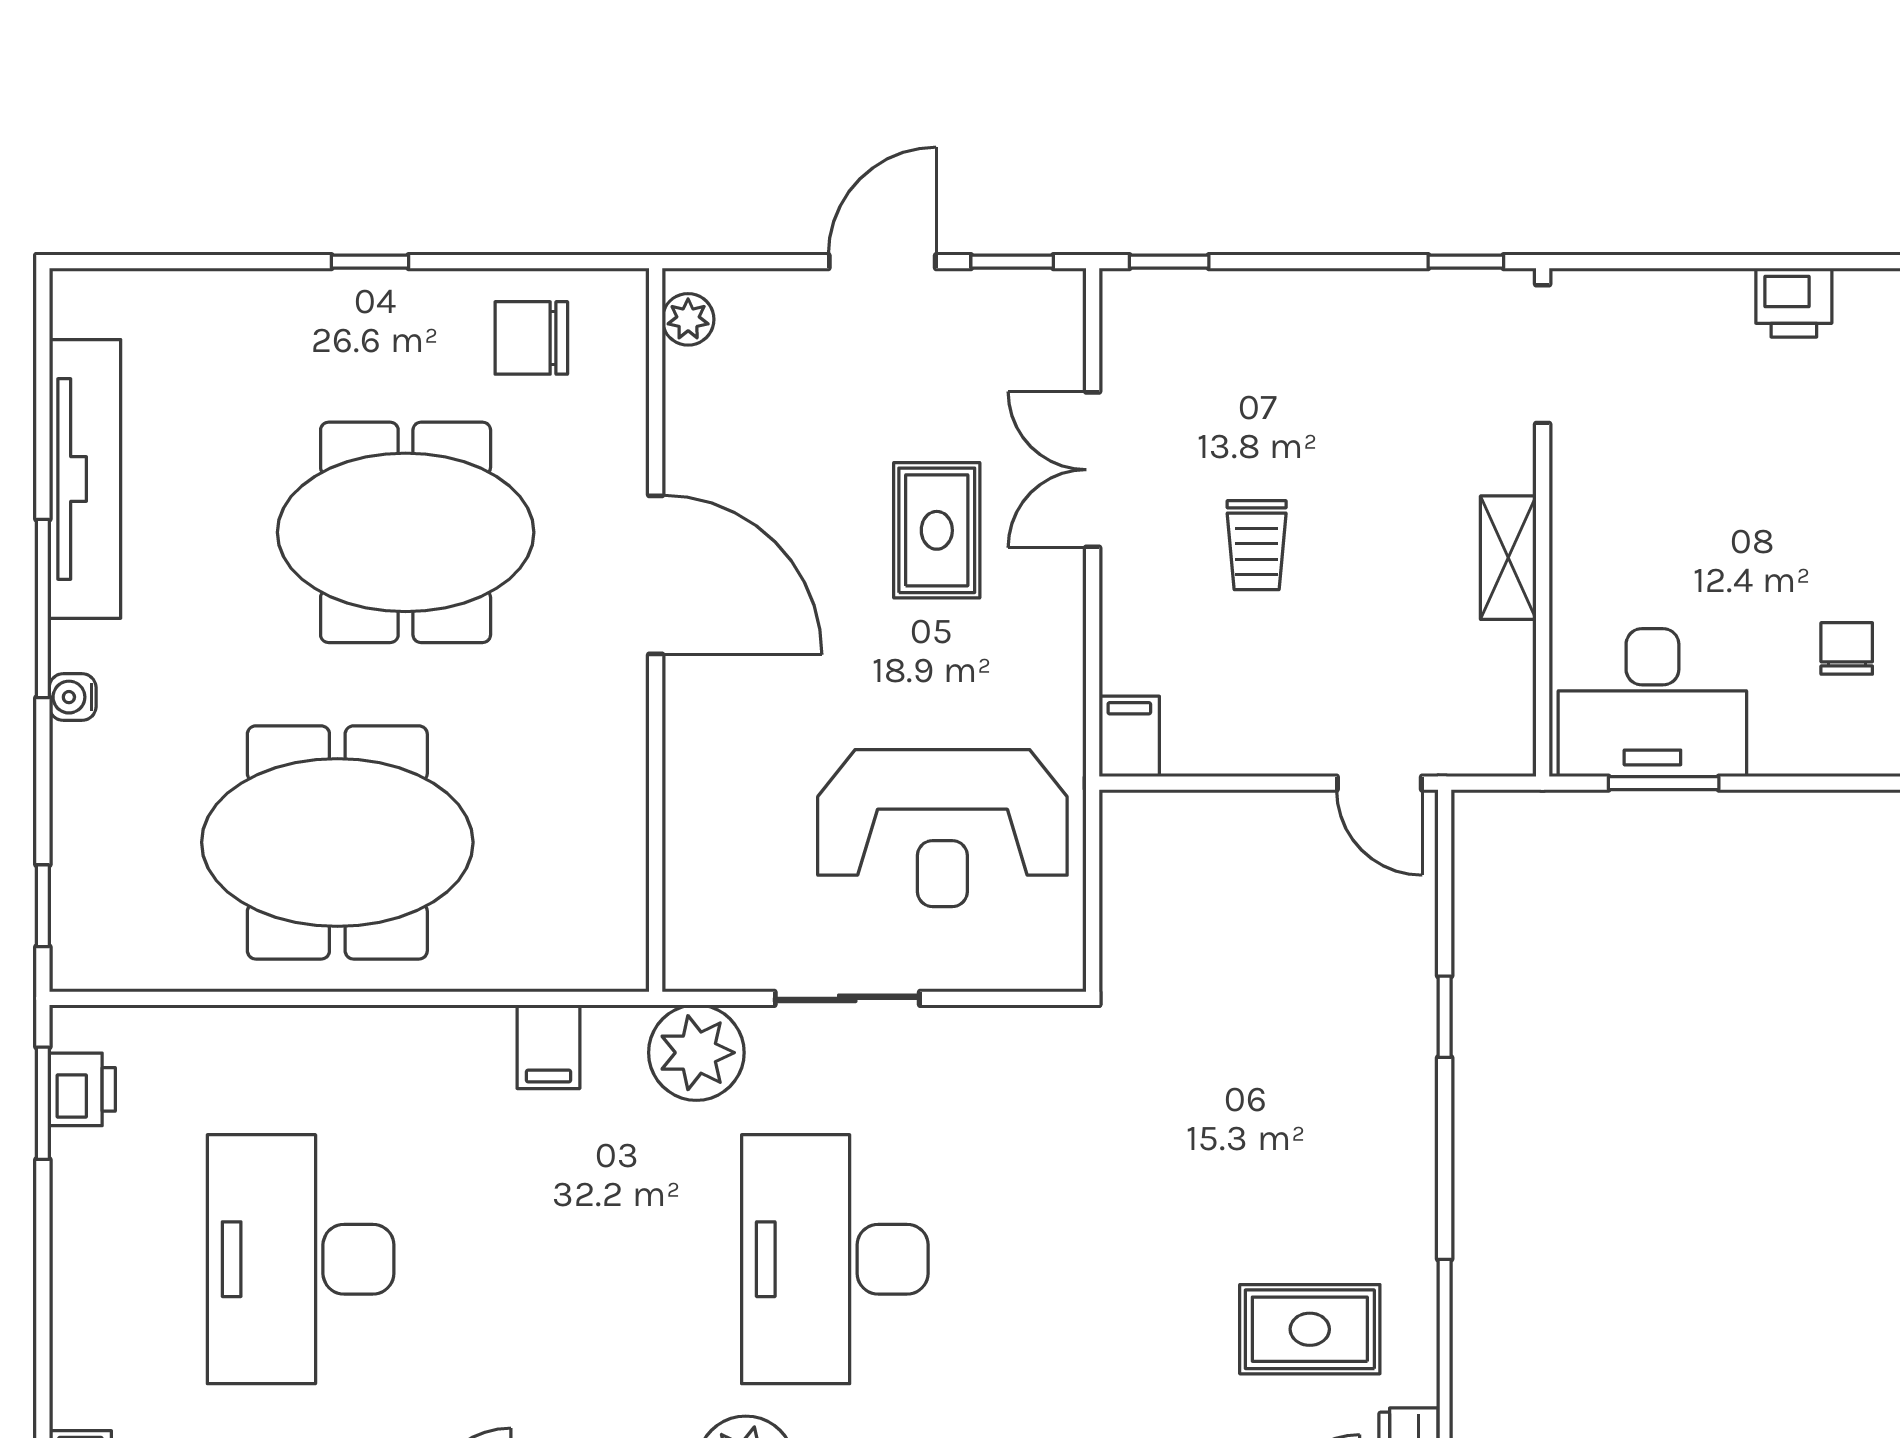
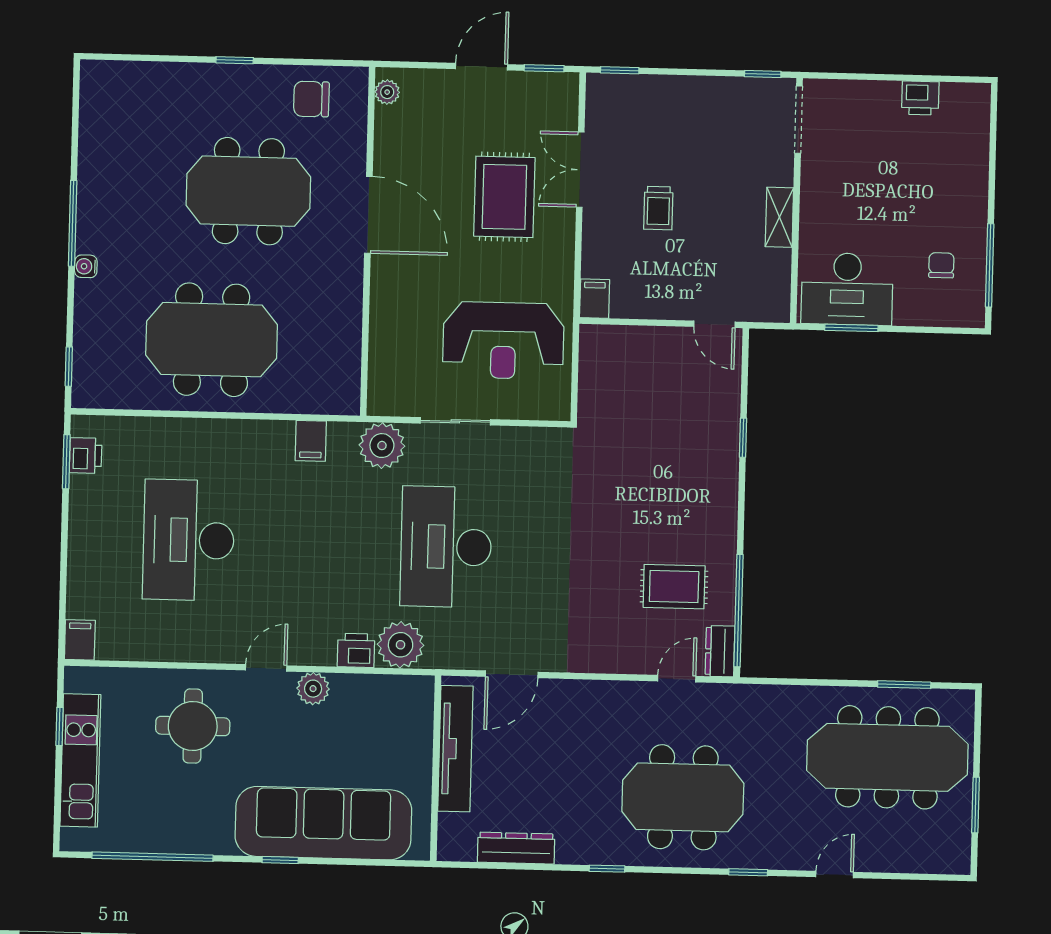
tv unit: (85, 479) -> (95, 161), removed
rug: (937, 530) -> (504, 197), width x1.36, depth x1.43

